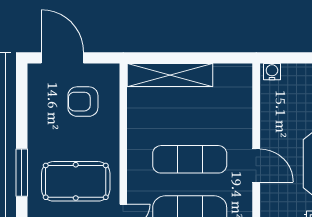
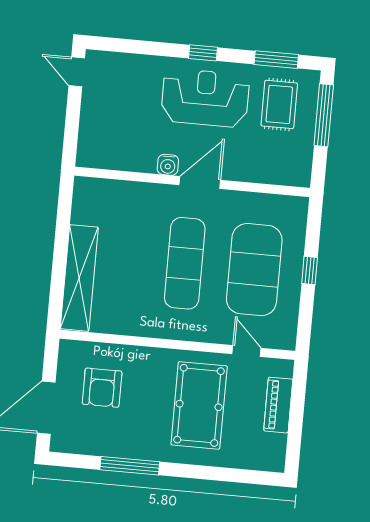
water cooler: (272, 72) -> (168, 165), moved, turned -90
window: (22, 173) -> (130, 466), moved

